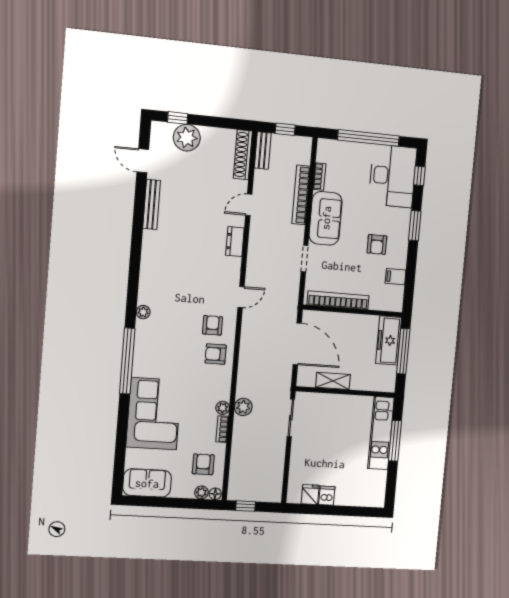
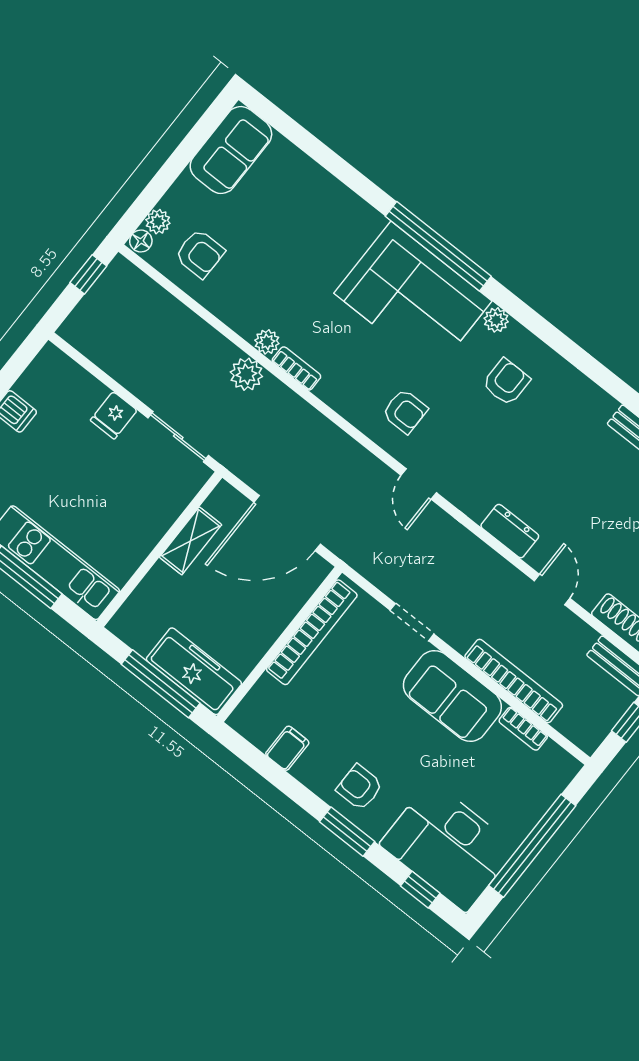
armchair: (377, 244) -> (359, 787), moved
armchair: (216, 354) -> (506, 382), moved
corner sofa: (154, 414) -> (413, 297), moved
bookcase: (222, 429) -> (296, 368), moved
fridge: (310, 494) -> (114, 415), moved, turned 90

